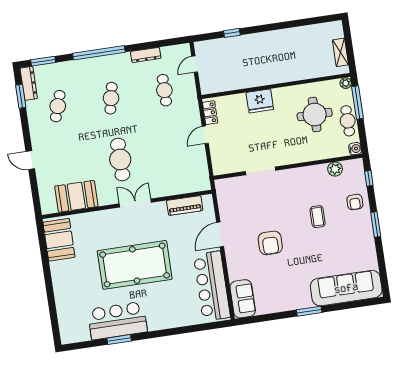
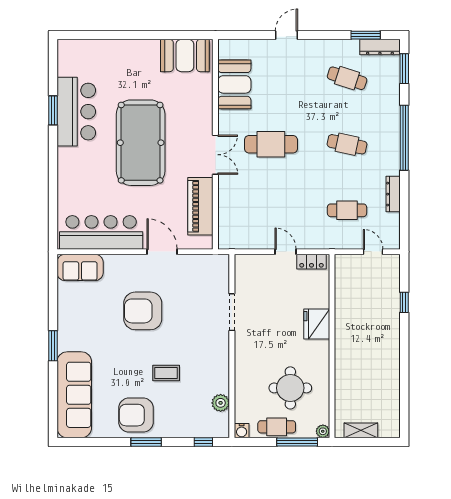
armchair: (355, 202) -> (136, 415), moved, width x1.88, depth x1.88
piano: (185, 206) -> (200, 206), width x1.37, depth x1.33
armchair: (270, 243) -> (143, 311), width x1.36, depth x1.36

